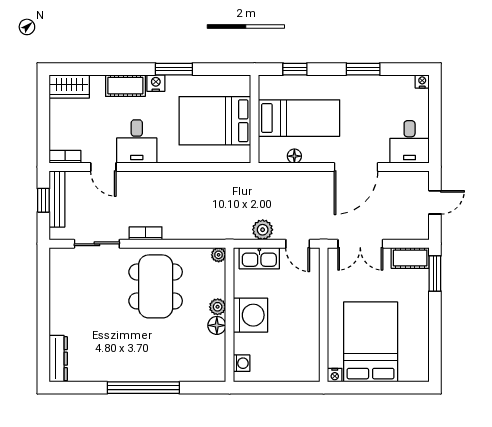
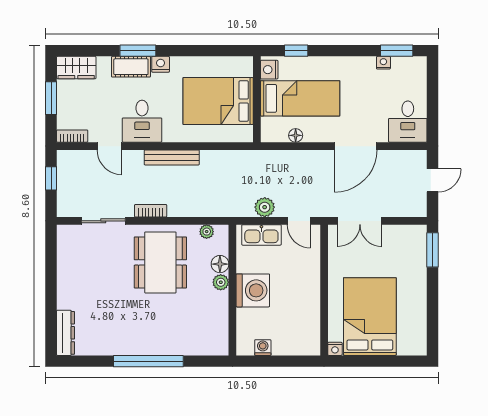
window: (174, 69) -> (138, 51), moved
window: (363, 69) -> (397, 51), moved
nightstand: (422, 81) -> (383, 63), moved
nightstand: (267, 89) -> (269, 70), added
window: (43, 118) -> (51, 98), added
bench: (57, 199) -> (172, 157), moved, turned 90
plant: (219, 255) -> (207, 232), moved
cot: (410, 258) -> (408, 235), removed
floor lamp: (217, 325) -> (220, 264), moved
washing machine: (242, 363) -> (263, 348), moved, turned -90

